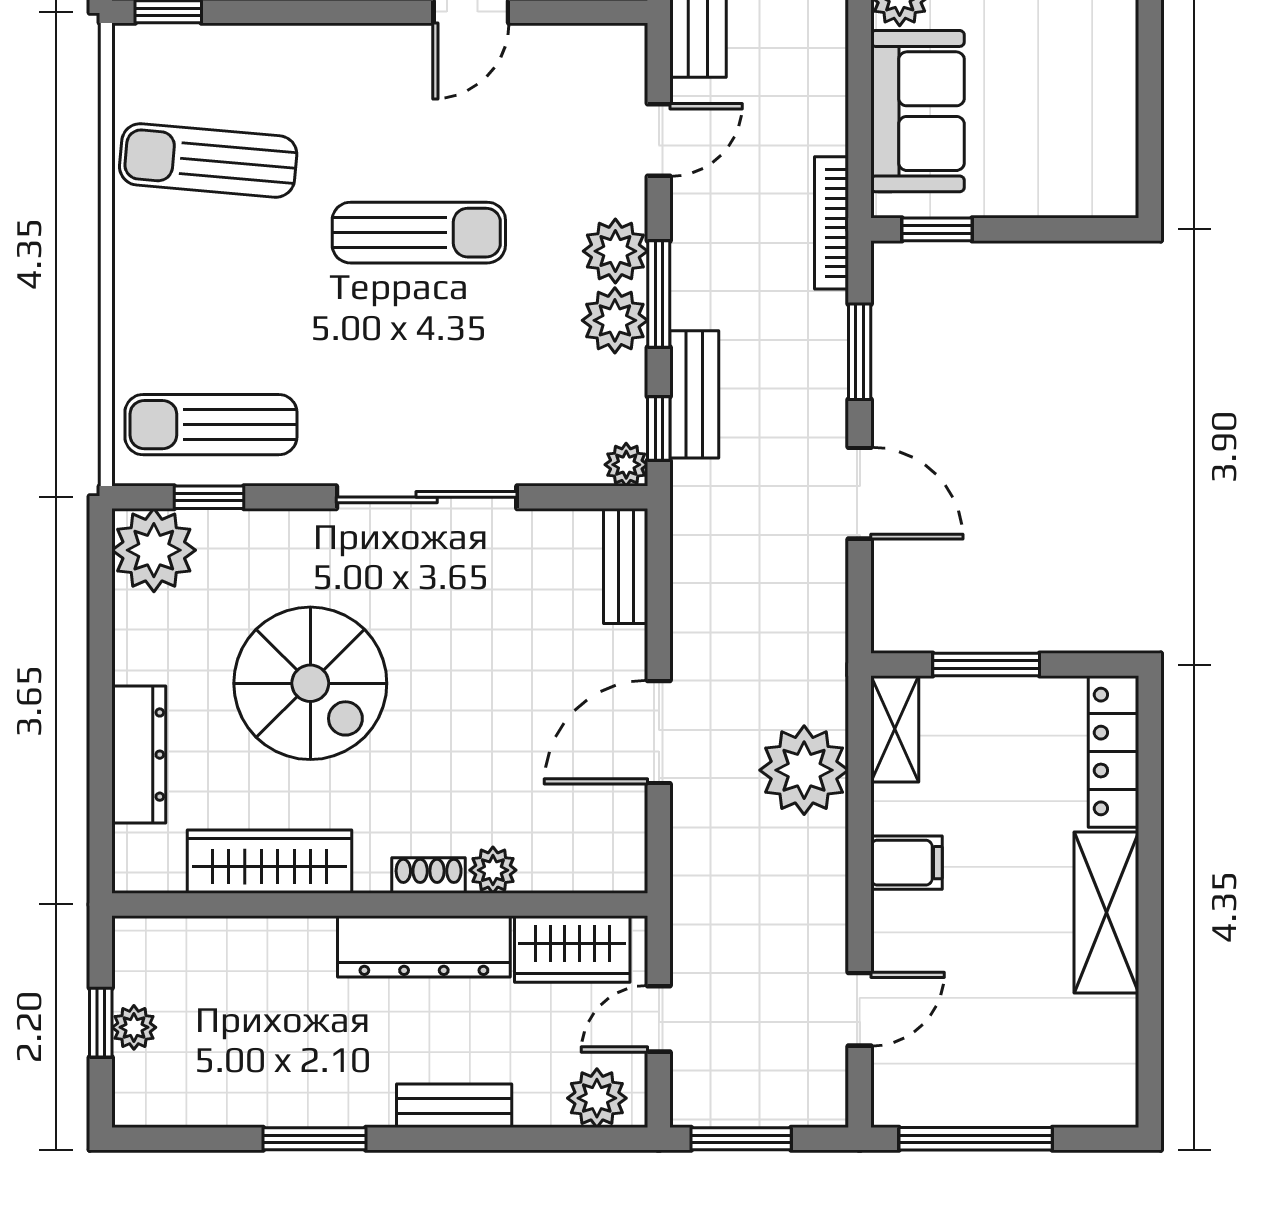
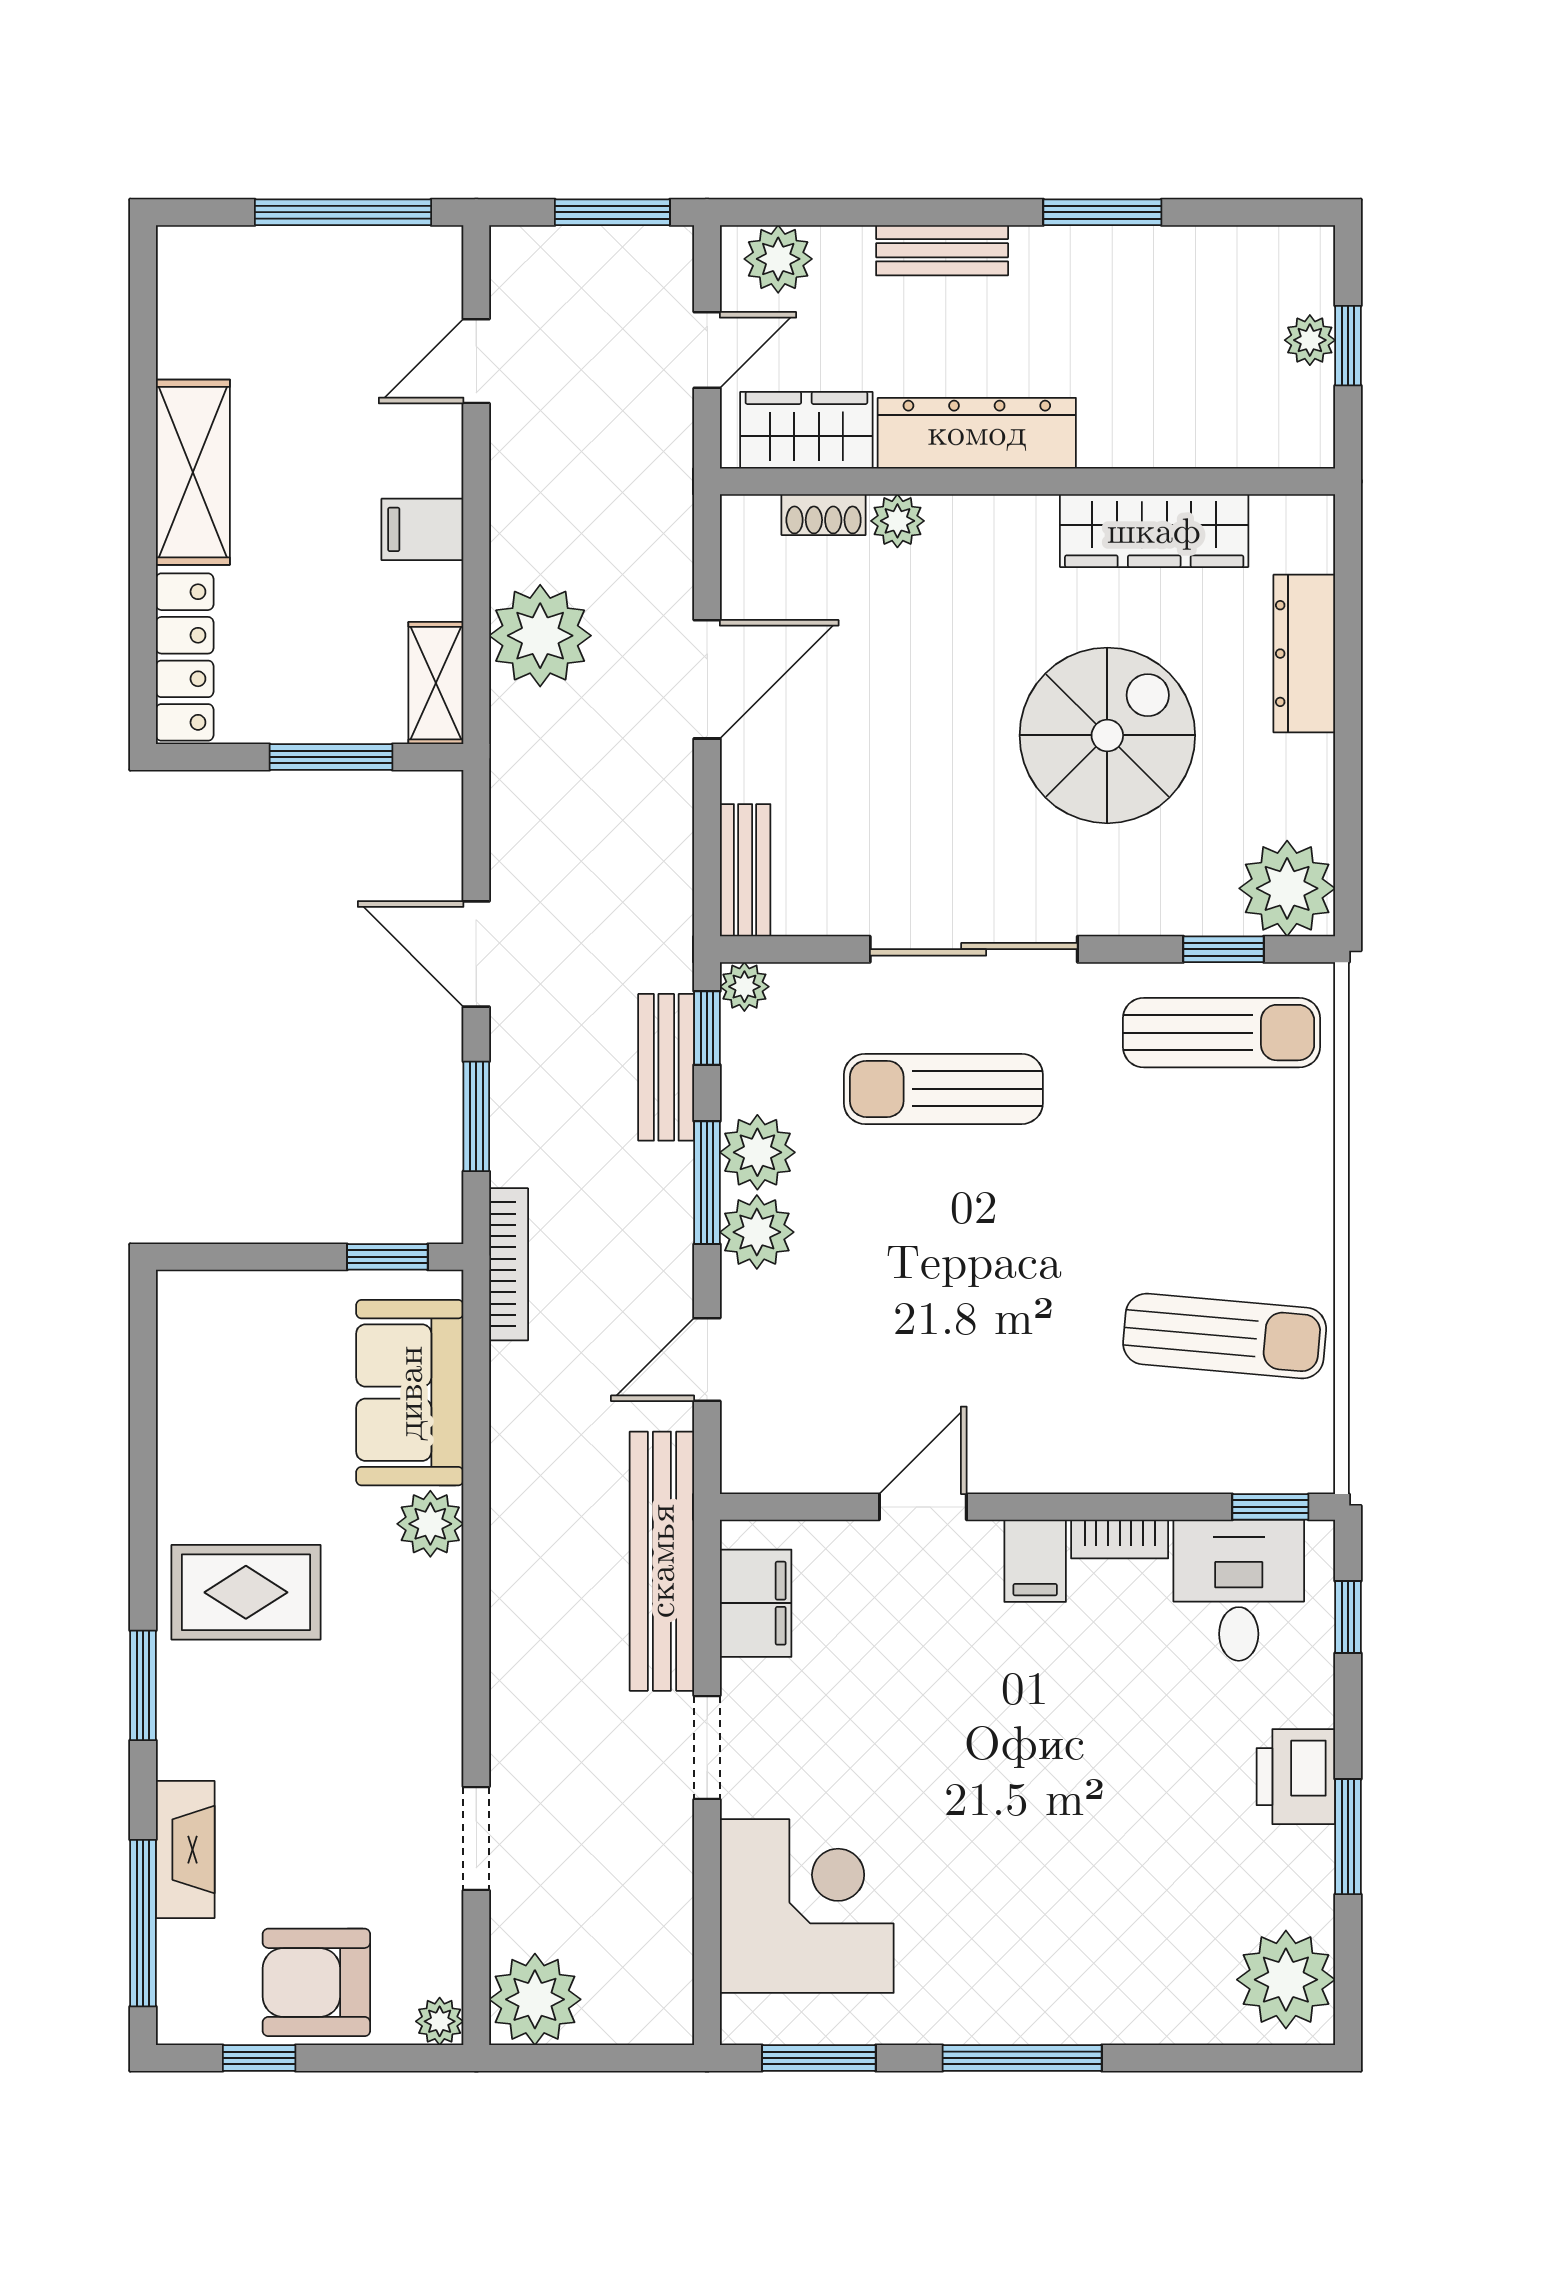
sun lounger: (419, 233) -> (943, 1089), moved
spiral stairs: (310, 683) -> (1107, 735), turned 90
shoe rack: (429, 876) -> (824, 515), moved

